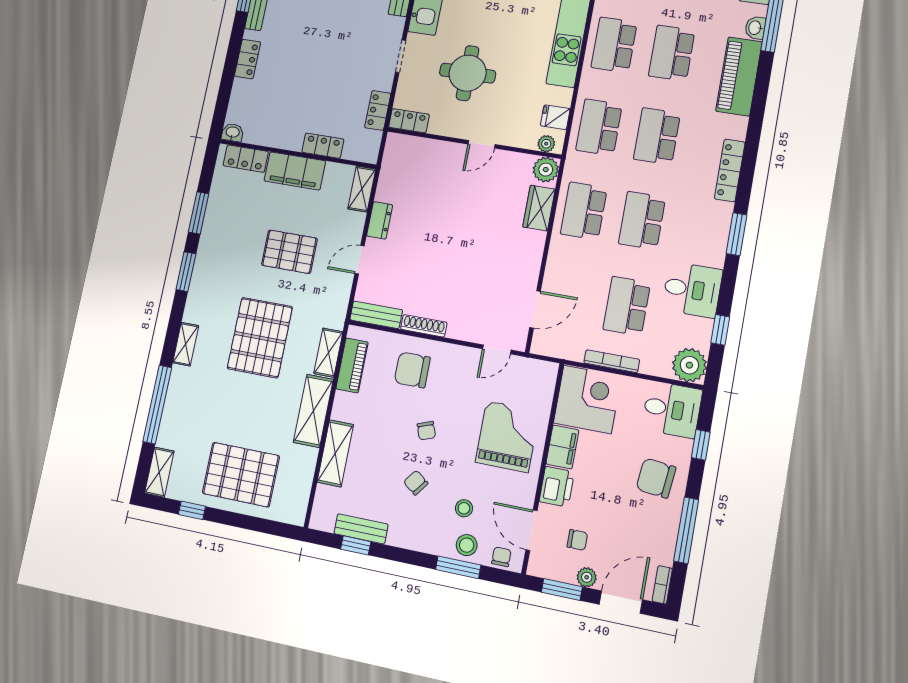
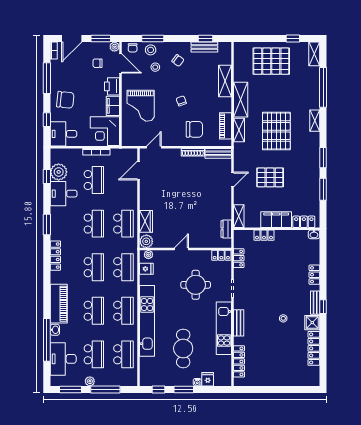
dresser: (380, 220) -> (226, 229), moved
plant: (689, 365) -> (59, 172), moved
chair: (416, 483) -> (178, 61), moved
plant: (587, 577) -> (115, 47), moved

